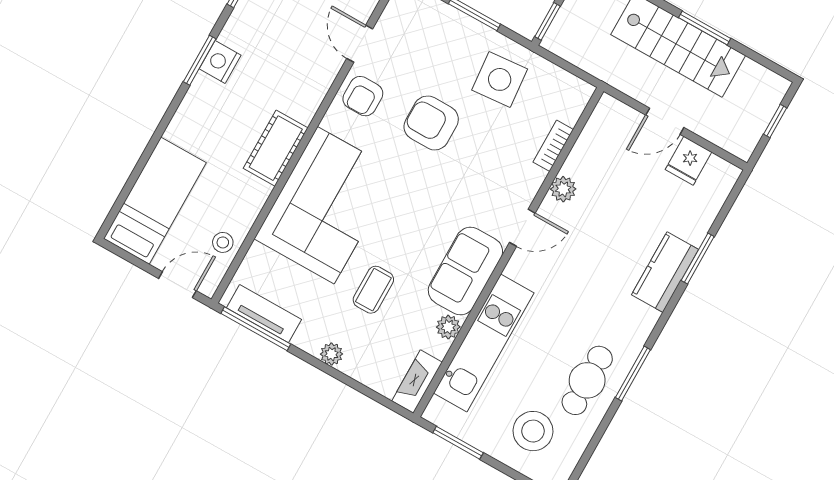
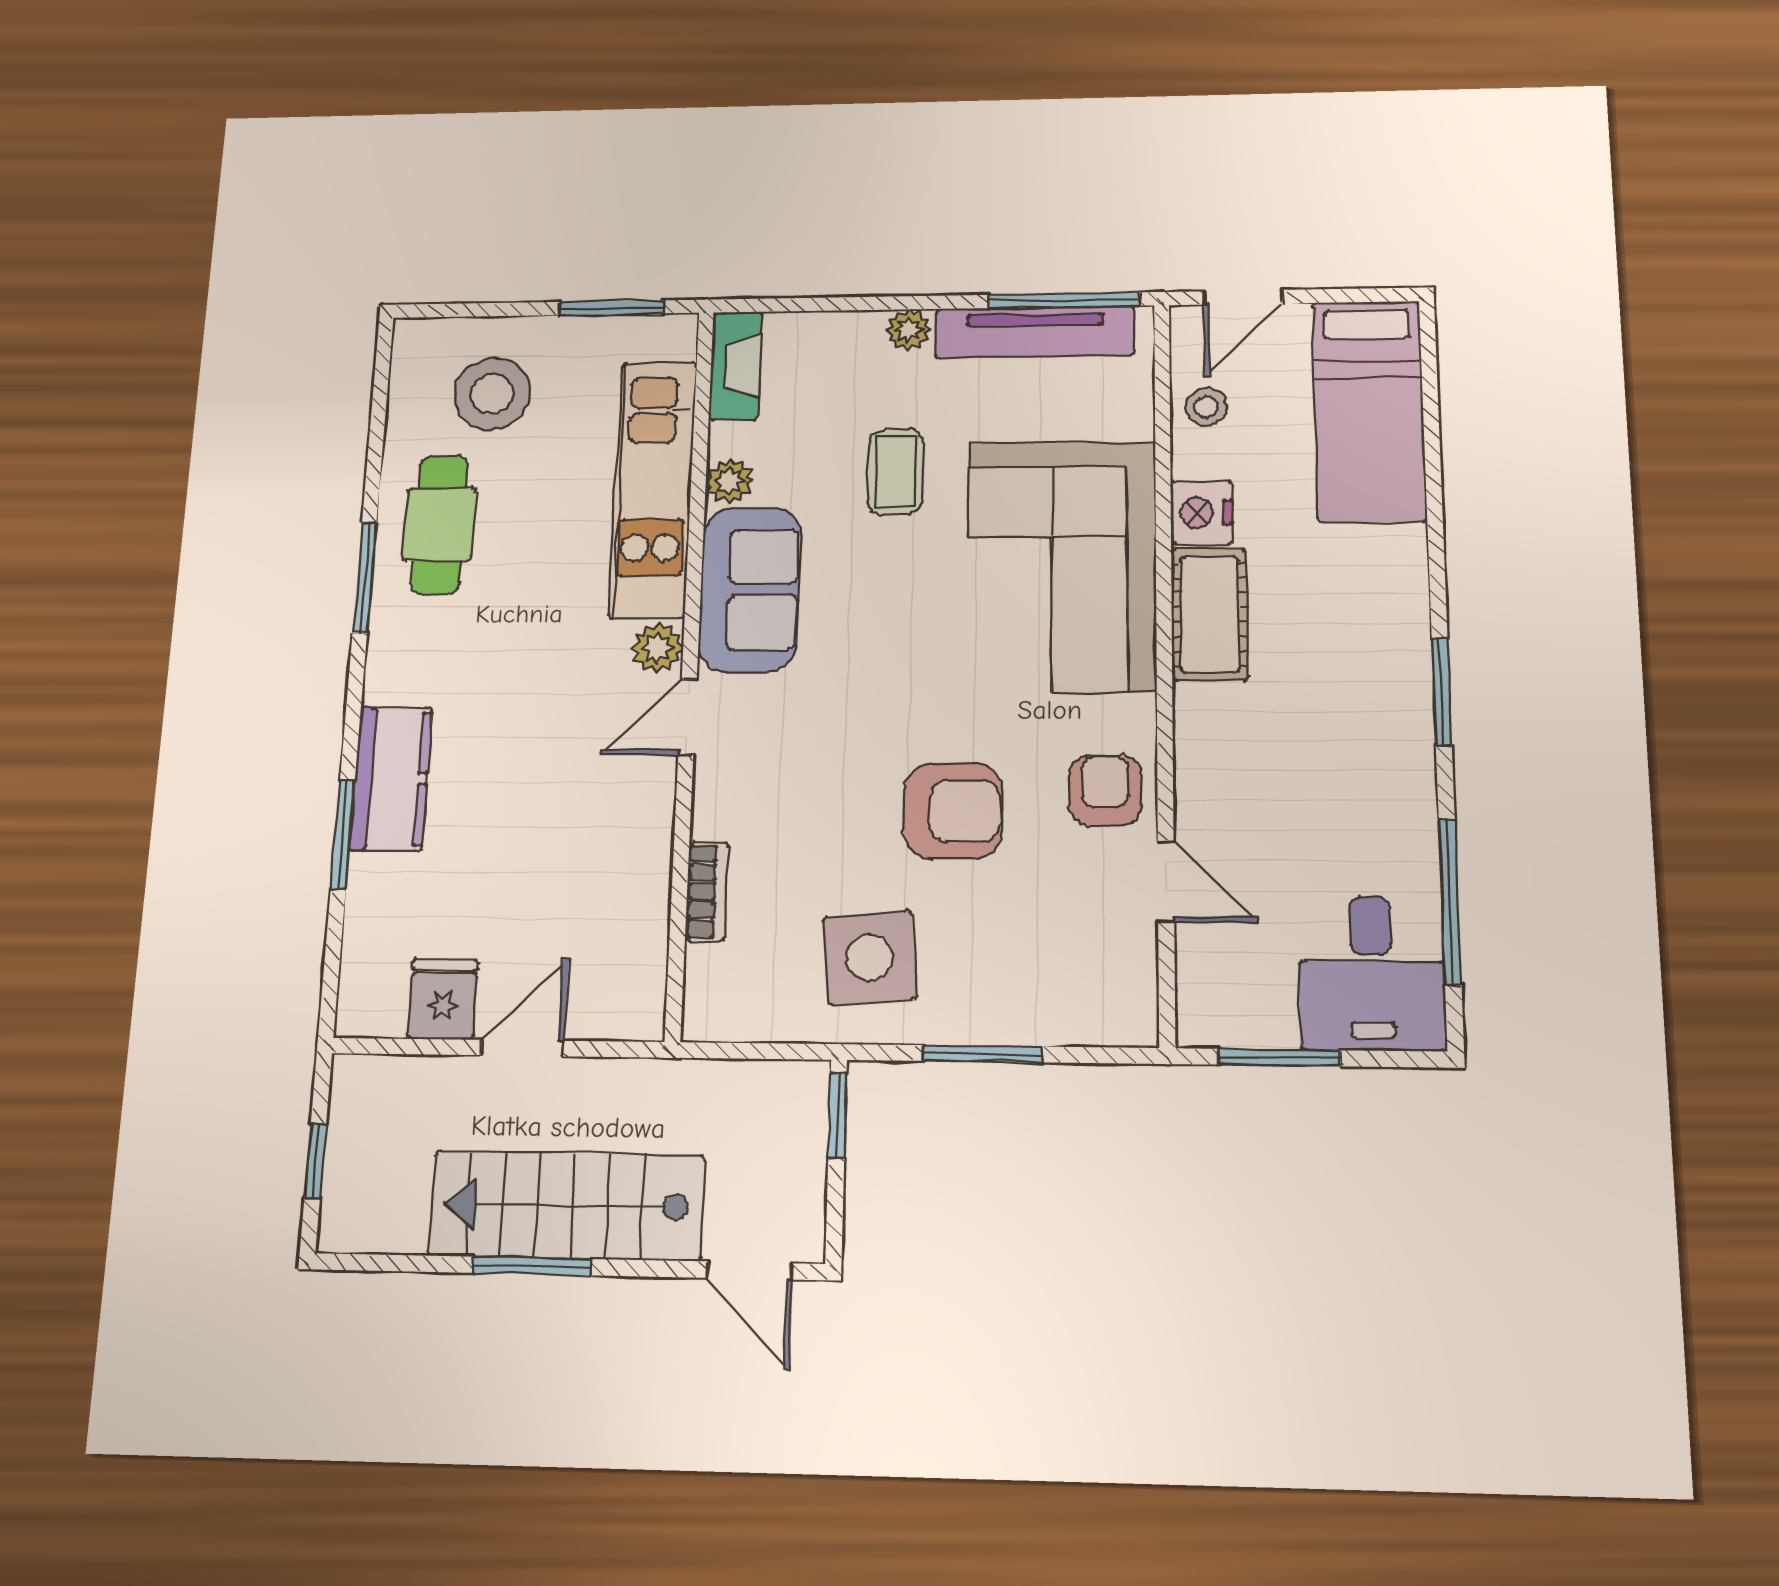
nightstand: (220, 62) -> (1202, 513), moved, turned 180
plant: (563, 189) -> (657, 648), moved
tv unit: (264, 314) -> (1035, 332), width x1.41

